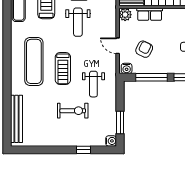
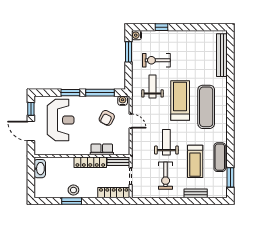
plant: (125, 15) -> (124, 149), removed
treadmill: (63, 69) -> (180, 100), width x1.37, depth x1.38
exercise bike: (73, 111) -> (156, 60), moved

